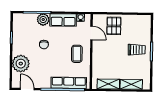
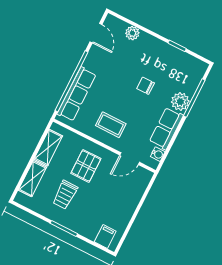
filing cabinet: (144, 25) -> (105, 236), added
pallet: (114, 26) -> (86, 166), moved, turned 90
trolley: (137, 50) -> (65, 195), moved
plant: (21, 64) -> (132, 33), width x0.53, depth x0.53
door: (27, 89) -> (96, 33), hinge flipped

